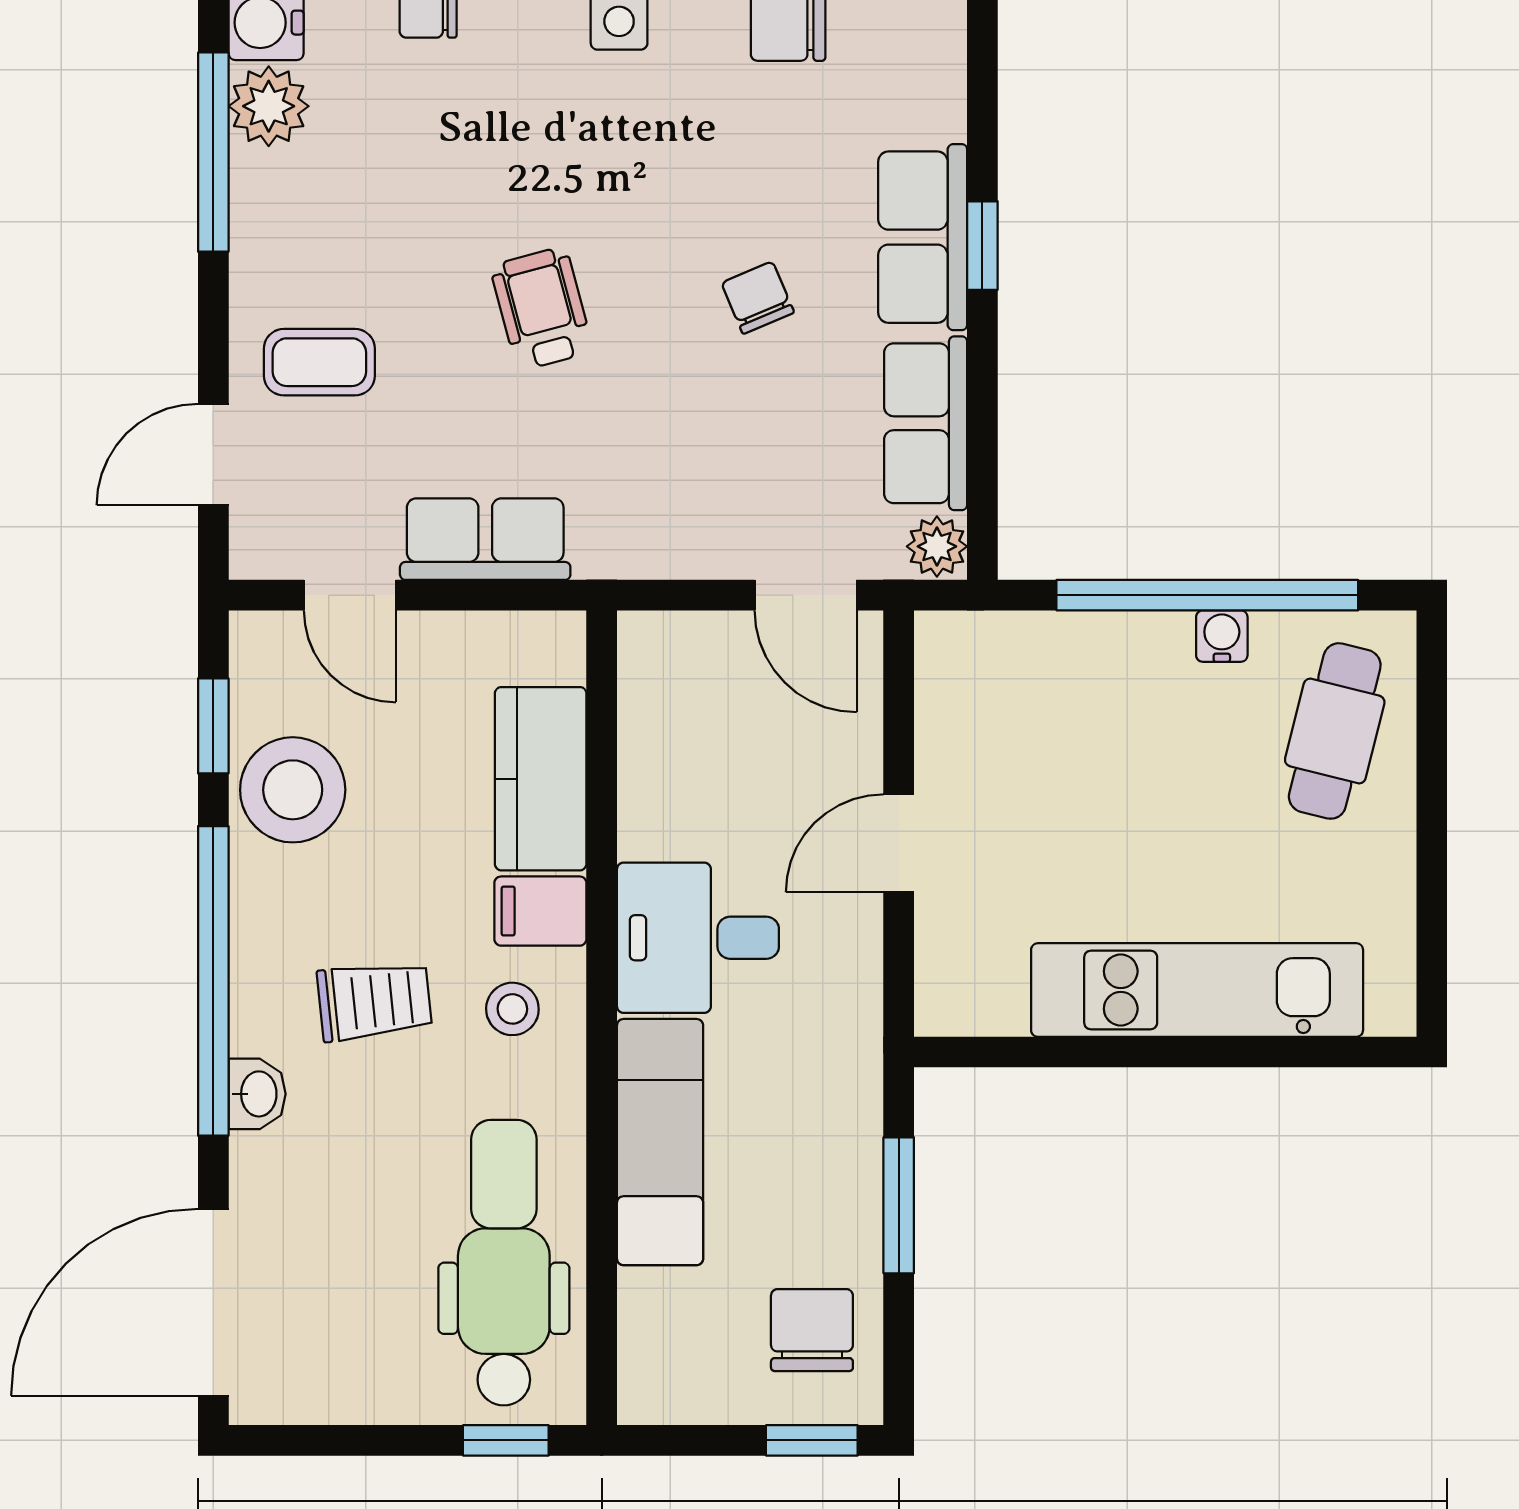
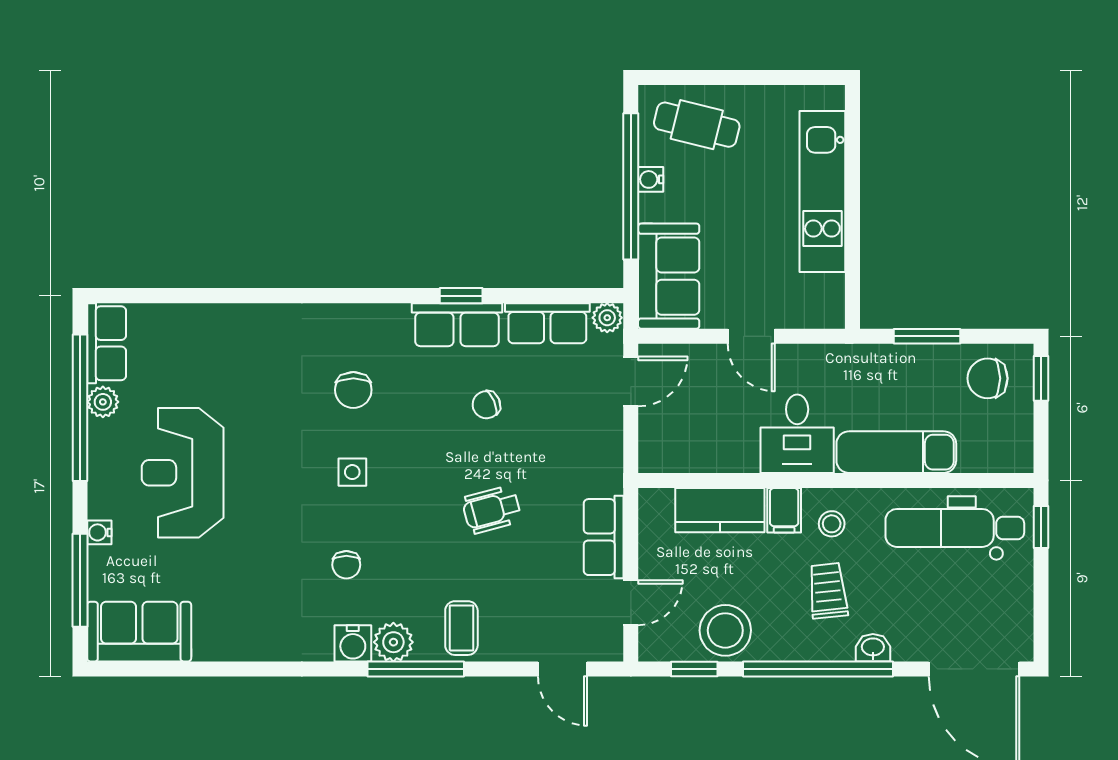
coffee table: (319, 362) -> (461, 628), moved
sofa: (1023, 673) -> (669, 276), added

